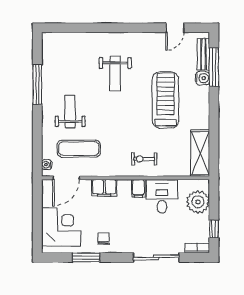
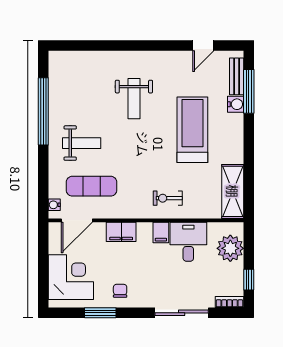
window: (37, 84) -> (43, 111), width x1.46
weight bench: (70, 112) -> (82, 143), turned 90

